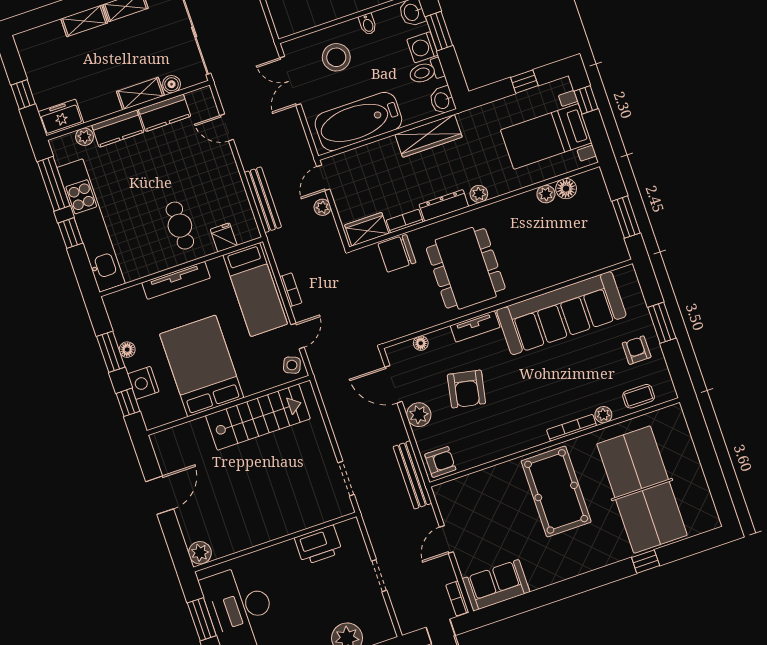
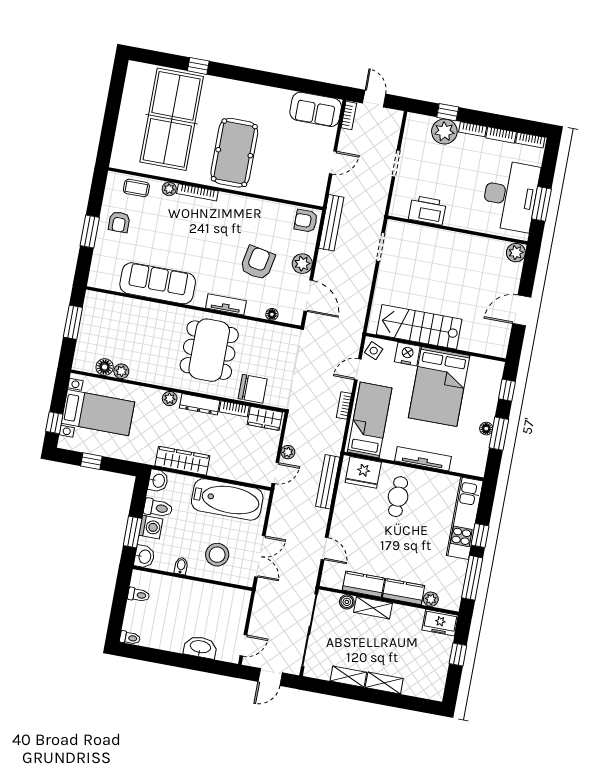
kitchen unit: (91, 226) -> (465, 518), width x0.73
fridge: (224, 237) -> (363, 472), width x1.88, depth x1.34
sofa: (561, 313) -> (158, 283), width x0.74, depth x0.79
nightstand: (143, 383) -> (407, 354), moved, turned -90

